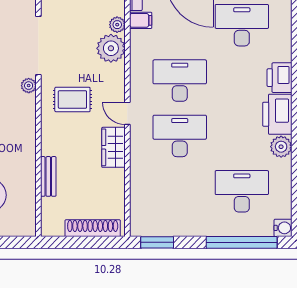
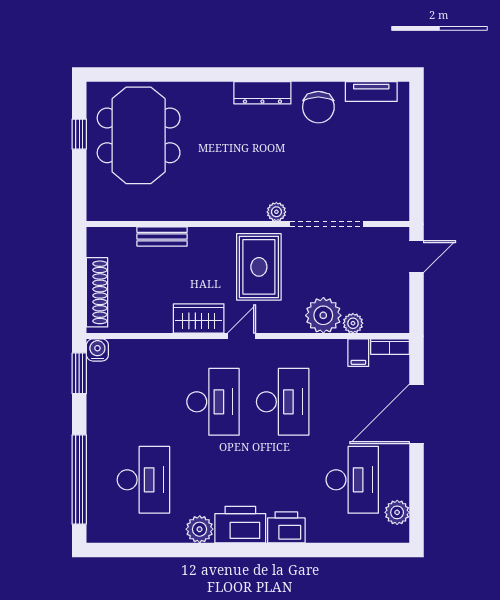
rug: (72, 99) -> (259, 267), width x1.36, depth x1.43
water cooler: (283, 228) -> (97, 350), moved, turned 180

